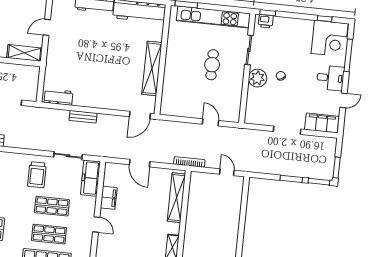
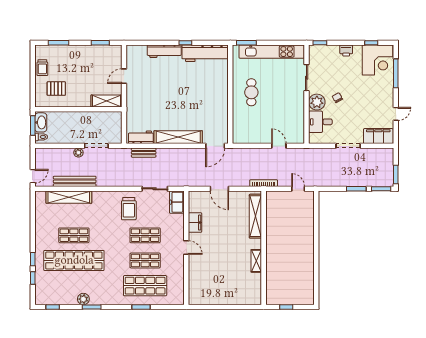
printer: (266, 21) -> (346, 51), moved
cafe table: (212, 65) -> (251, 92), moved
shelving: (152, 68) -> (178, 137), moved, turned 90
desk: (330, 78) -> (320, 122), moved, turned 180
bench: (83, 117) -> (144, 153), moved
freezer: (90, 178) -> (177, 202), width x0.71

